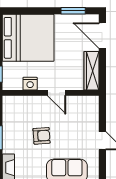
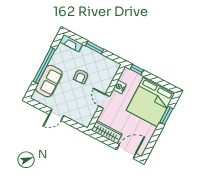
window: (73, 11) -> (166, 115), moved
door: (57, 93) -> (104, 101), hinge flipped

